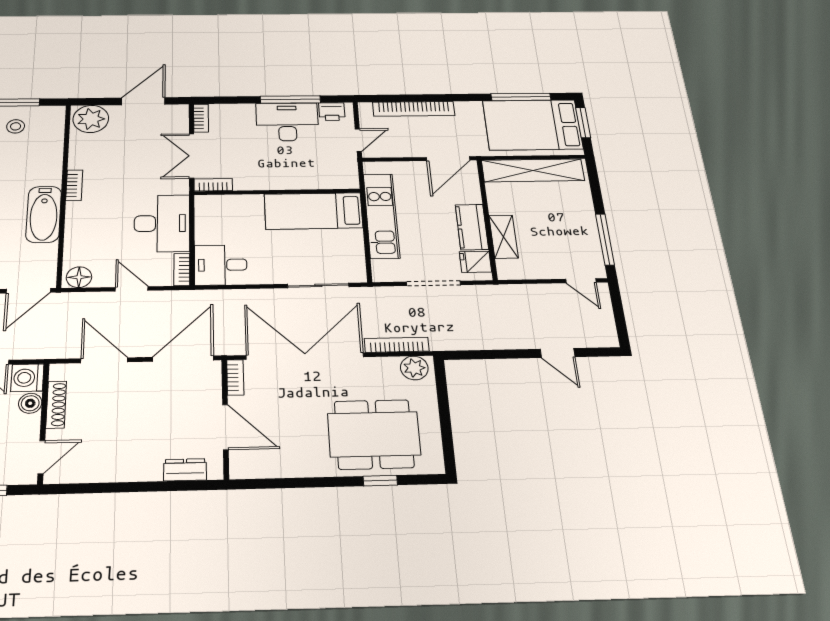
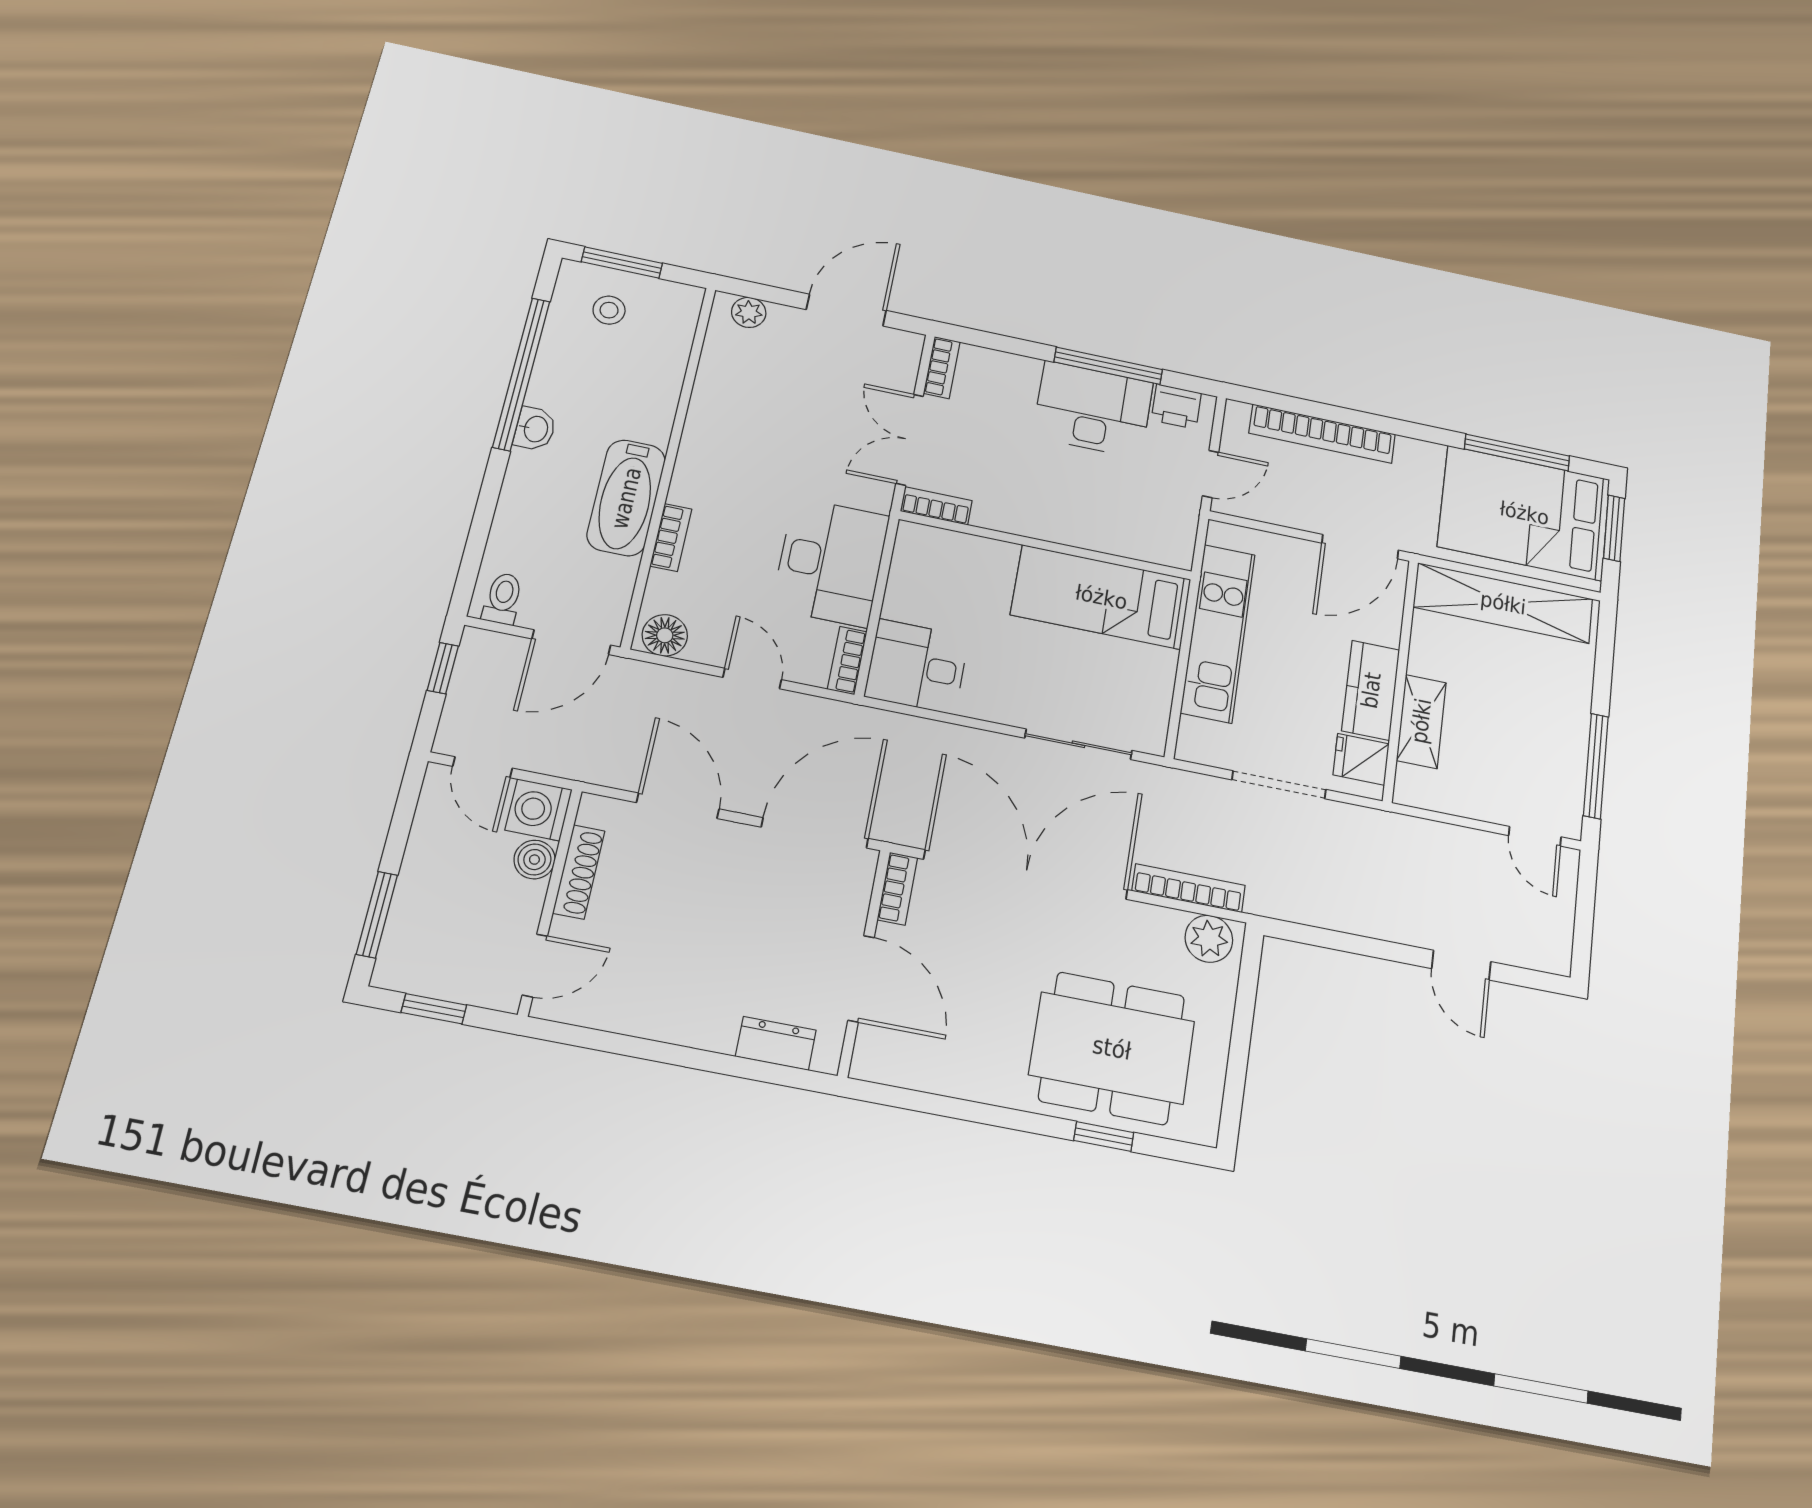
plant: (91, 119) -> (749, 312), width x0.53, depth x0.53
bookcase: (74, 185) -> (671, 537), moved

